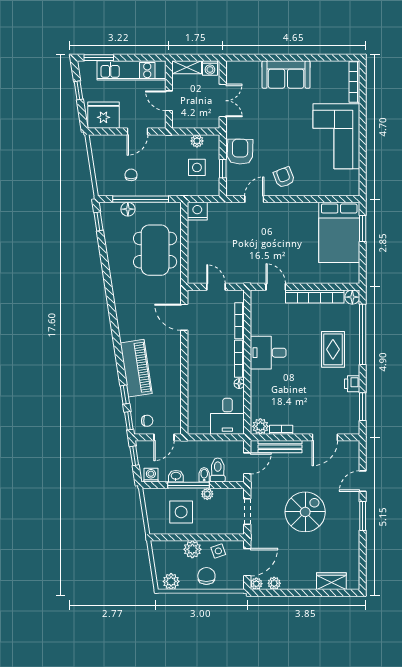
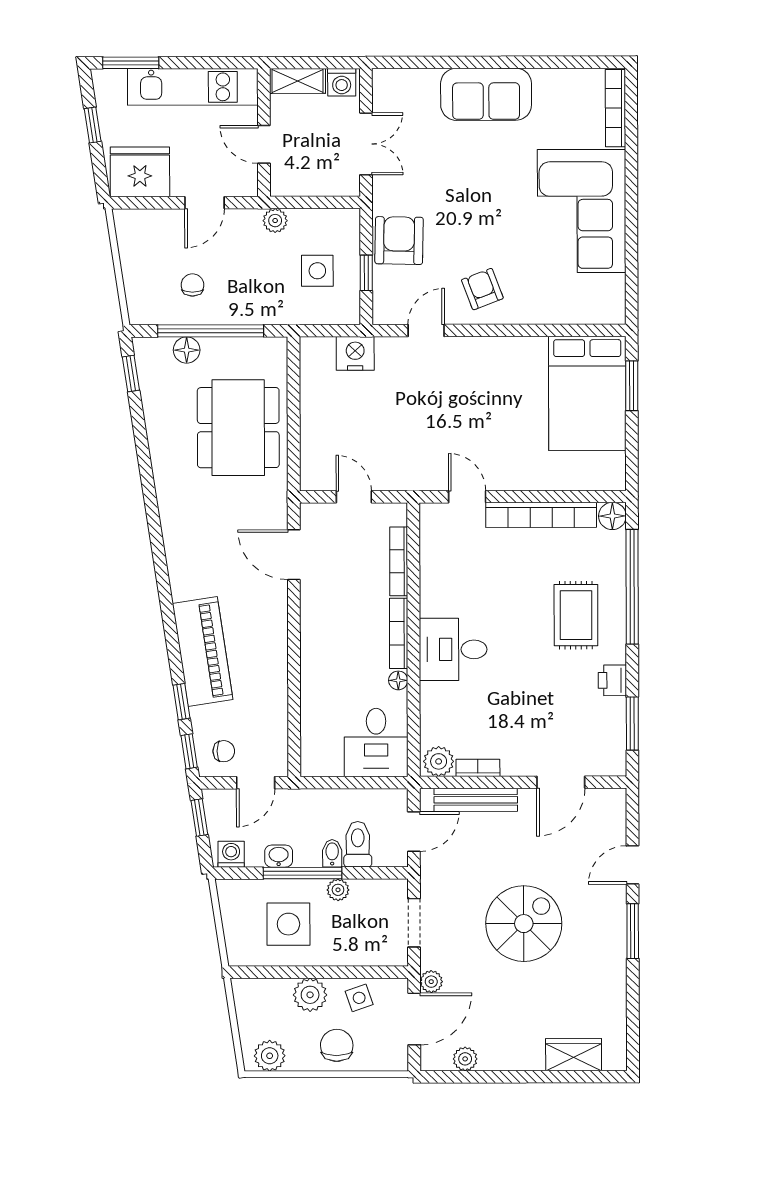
plant: (197, 141) -> (275, 221), moved
nightstand: (197, 211) -> (355, 353), moved
desk: (268, 353) -> (453, 649), moved
plant: (256, 584) -> (431, 982), moved

